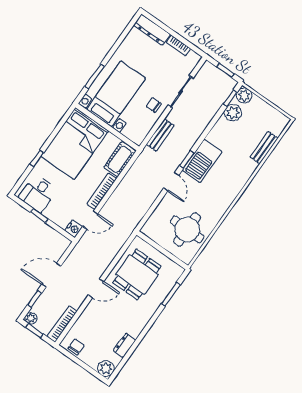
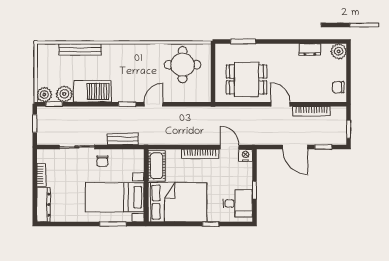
bench: (264, 148) -> (80, 49), width x1.36
cot: (120, 159) -> (157, 166), moved, turned 90
barbecue: (202, 161) -> (92, 91), moved
plant: (31, 318) -> (341, 139), removed
bookcase: (62, 324) -> (311, 111), moved

